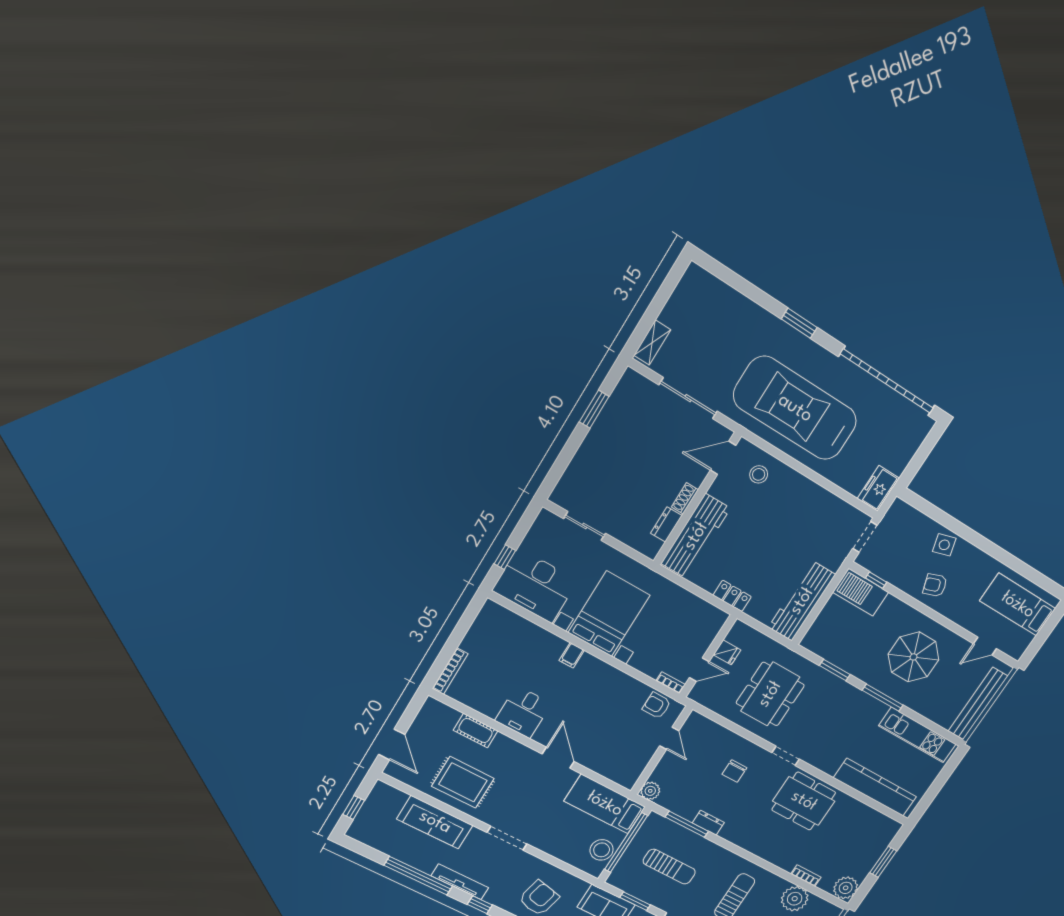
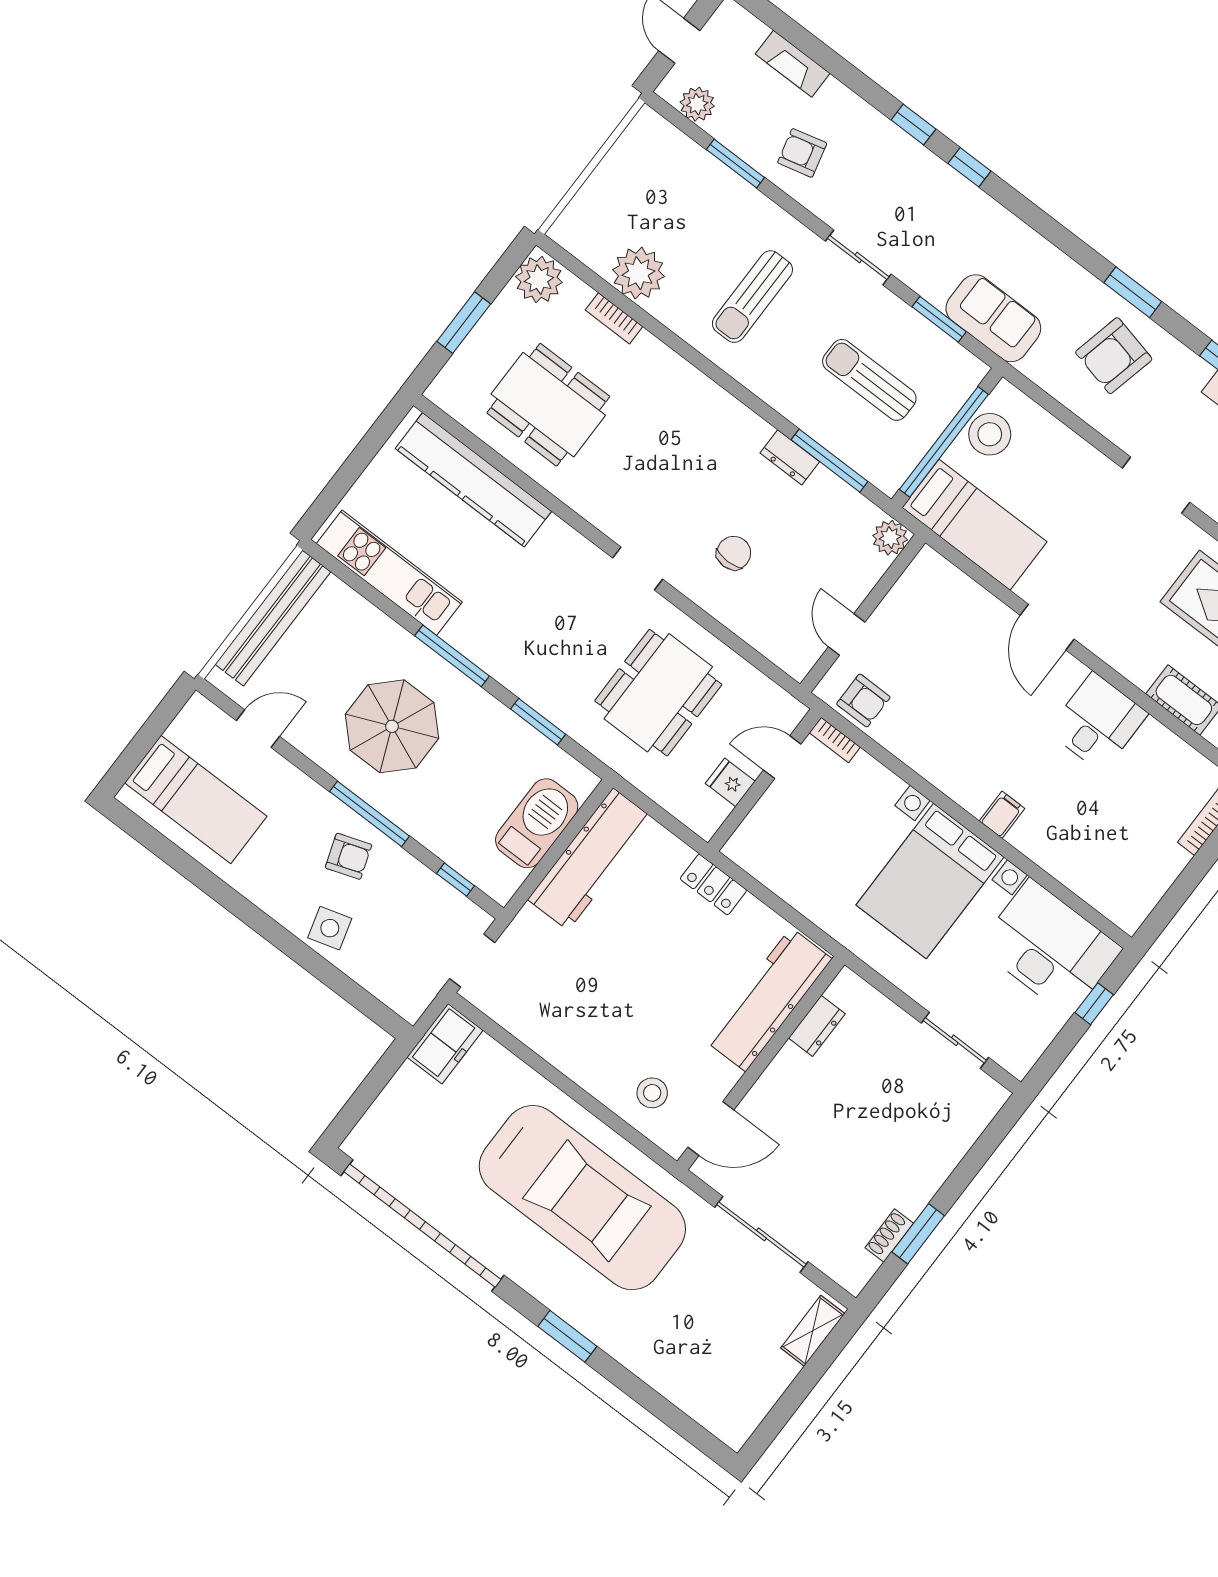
shoe rack: (685, 498) -> (889, 1236), moved, turned 180
barbecue: (861, 592) -> (537, 823), moved, turned -90
window: (924, 609) -> (369, 814), added
dining table: (804, 801) -> (548, 405), moved

